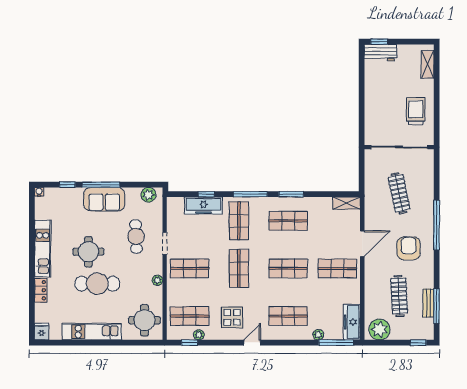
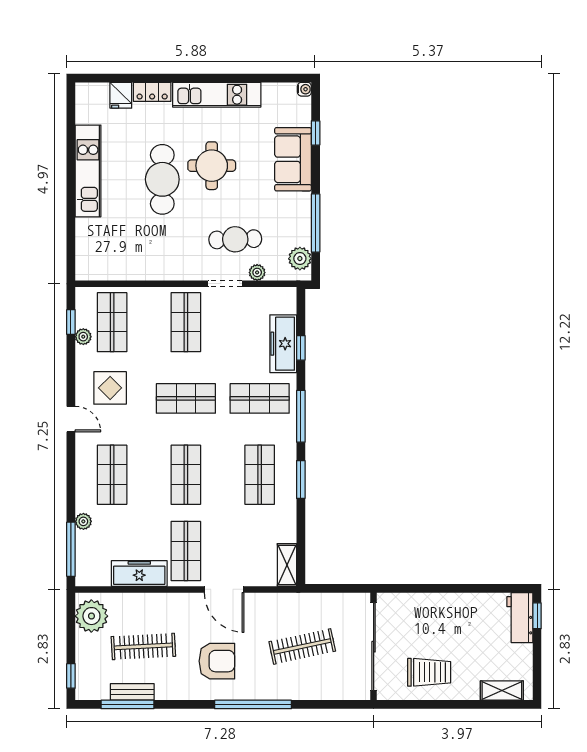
window: (101, 185) -> (316, 223), moved
sofa: (104, 199) -> (293, 159), moved
plant: (157, 280) -> (257, 272), moved
round table: (145, 320) -> (106, 252), removed
freezer: (352, 322) -> (139, 573), moved
fridge: (42, 332) -> (121, 95), moved, turned 90

